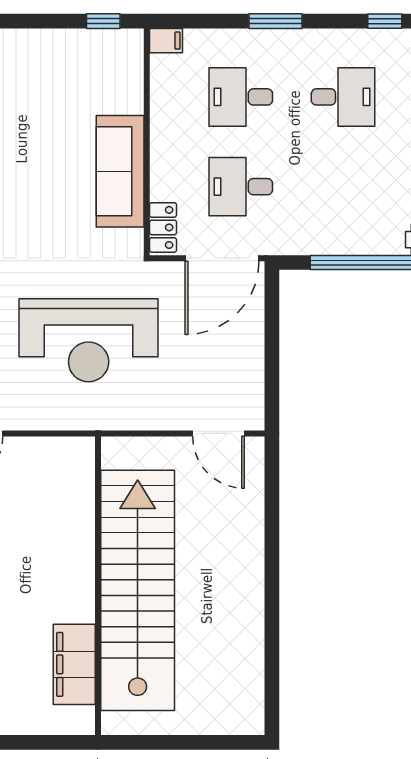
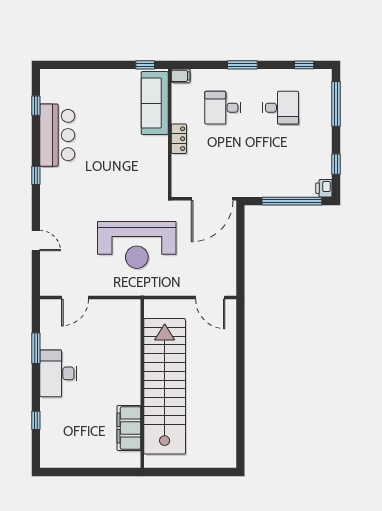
sofa: (120, 171) -> (155, 103), moved
desk: (241, 187) -> (223, 158), removed
locker: (163, 227) -> (179, 139), moved

